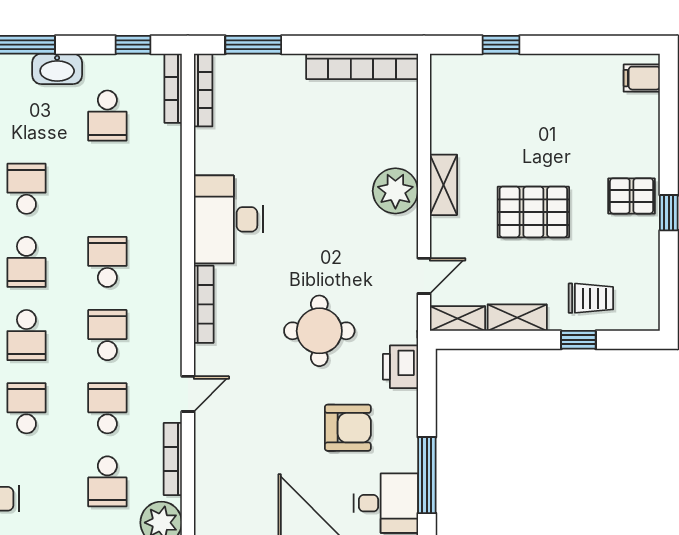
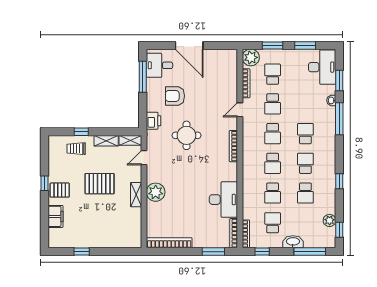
window: (501, 45) -> (82, 252), moved
filing cabinet: (642, 78) -> (56, 216), moved, width x2.00
desk: (228, 219) -> (223, 200), moved
school desk: (26, 408) -> (273, 193), moved

